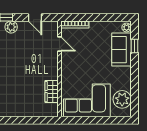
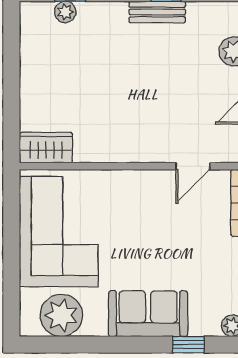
sofa: (121, 50) -> (148, 314), moved
wardrobe: (52, 92) -> (46, 148), moved

